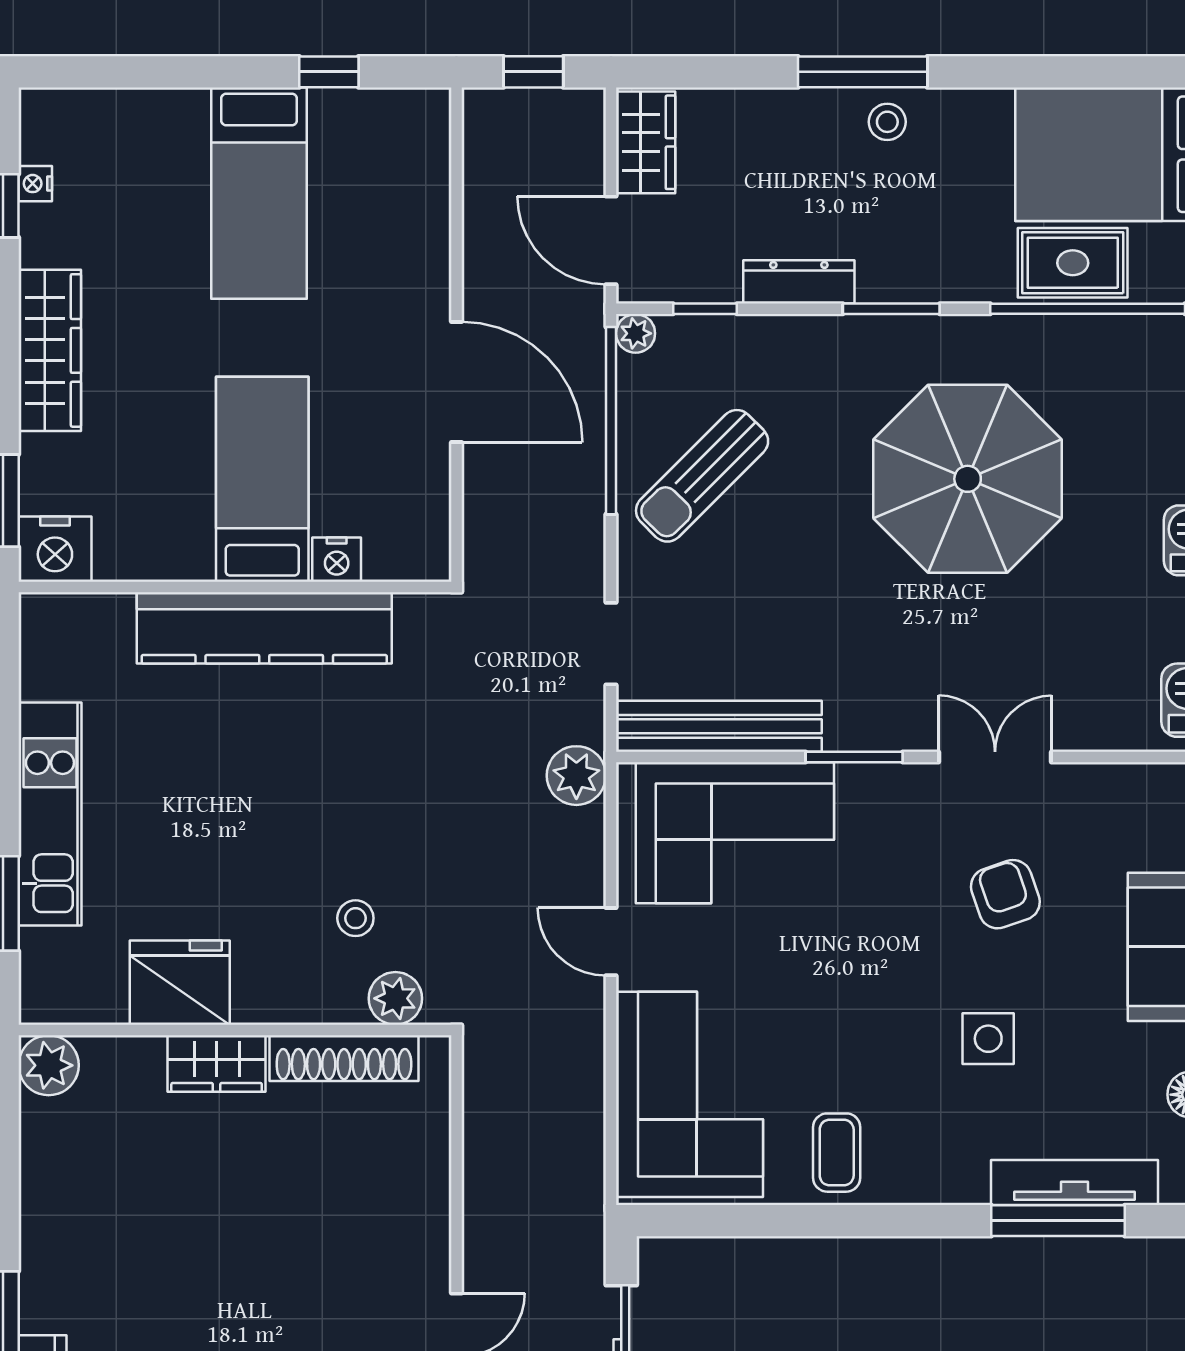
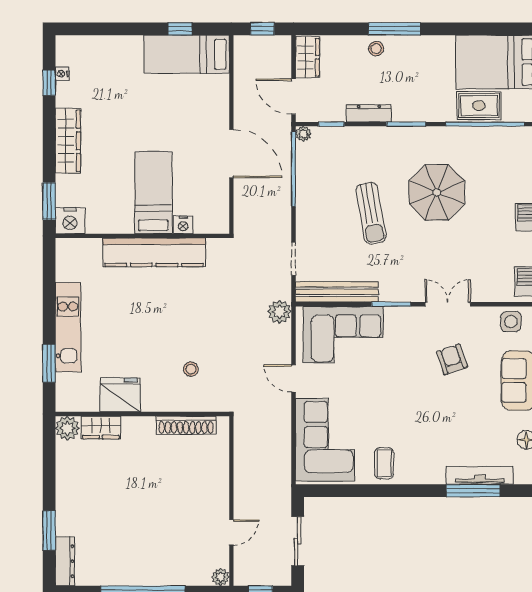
stool: (887, 122) -> (376, 49), moved
bed: (259, 193) -> (187, 54), moved, turned 90
sun lounger: (702, 476) -> (371, 213), moved, turned -55
parasol: (968, 479) -> (437, 192), width x0.73, depth x0.73
plant: (395, 998) -> (207, 401), removed
side table: (988, 1039) -> (511, 322), moved
wardrobe: (217, 1064) -> (101, 427), moved

